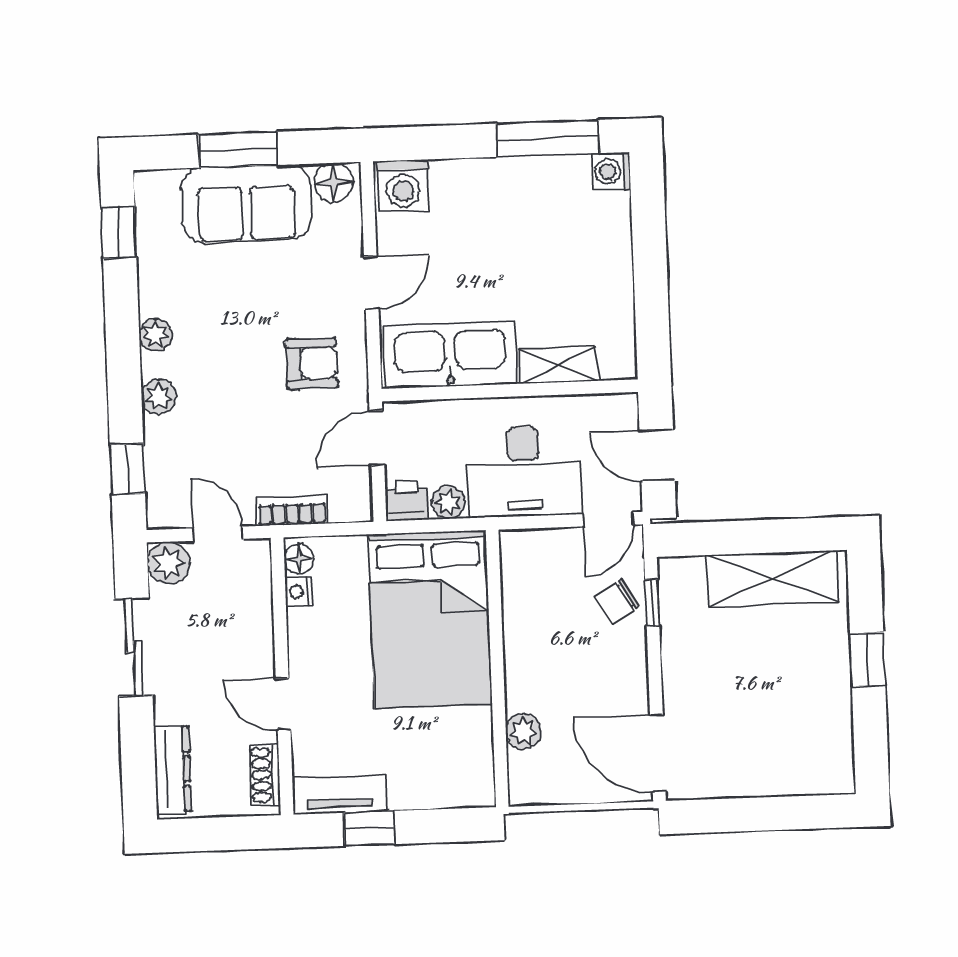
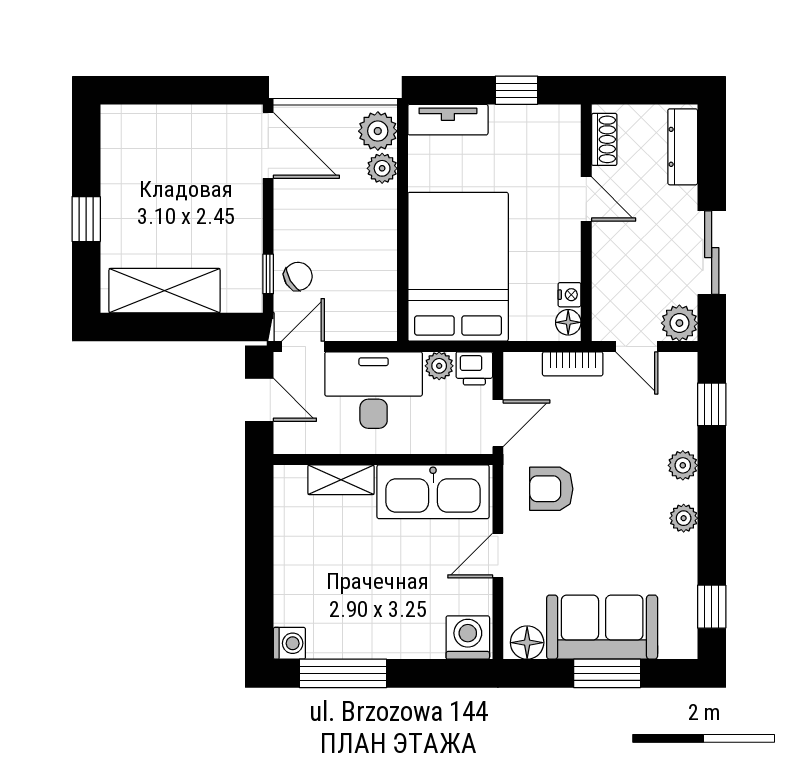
plant: (530, 775) -> (378, 131), added
tv unit: (340, 795) -> (448, 120), moved

